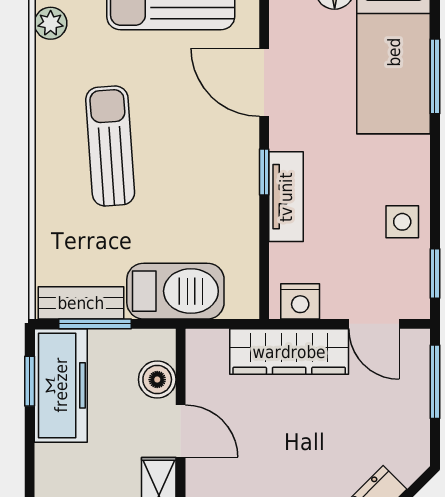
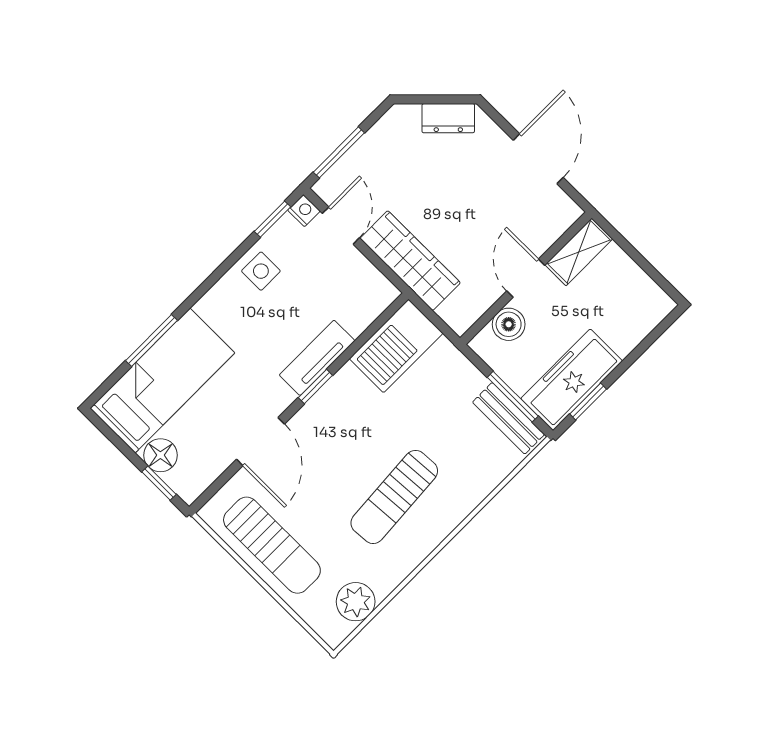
plant: (51, 23) -> (356, 602), width x1.38, depth x1.38
barbecue: (175, 291) -> (396, 346), moved, turned -90
nightstand: (300, 301) -> (304, 211), moved, width x0.72, depth x0.74

